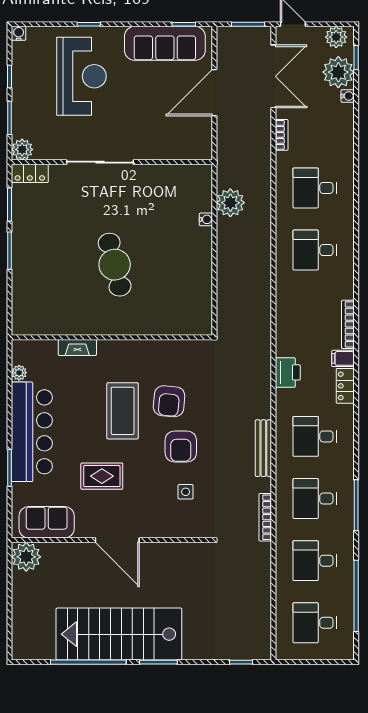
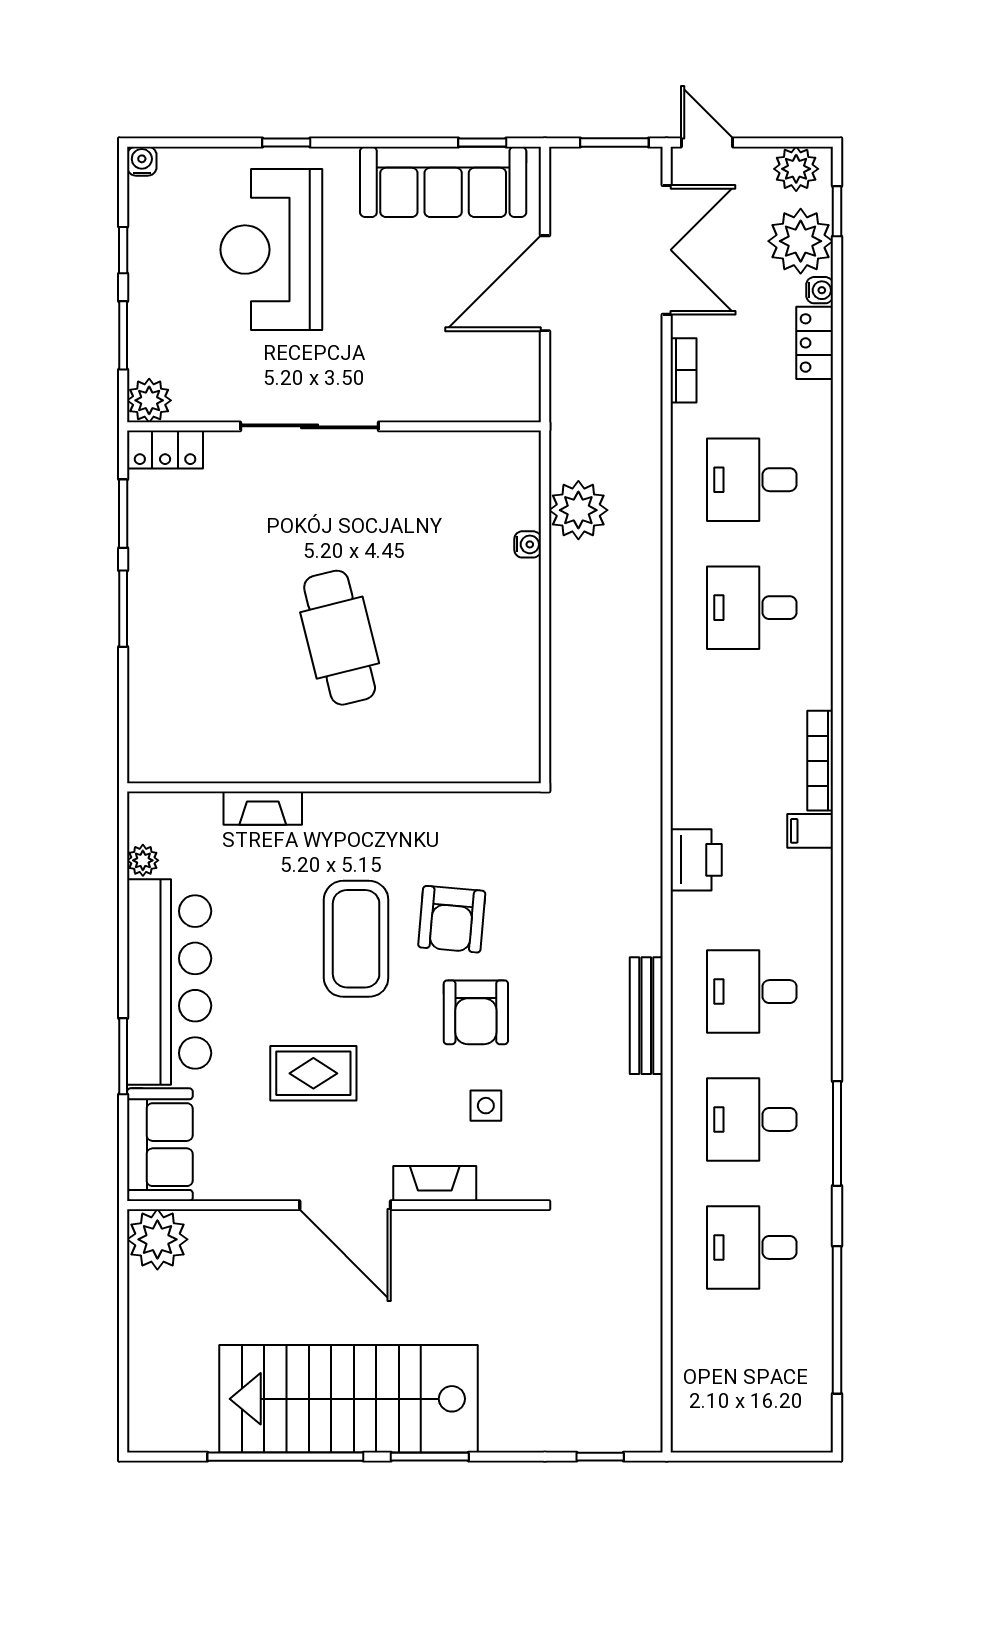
reception desk: (81, 76) -> (271, 250), turned 180
locker: (345, 386) -> (815, 343), moved
bookcase: (265, 517) -> (650, 1158), removed
sofa: (47, 522) -> (160, 1145), moved, turned 90
fireplace: (161, 530) -> (435, 1183), added
desk: (315, 623) -> (752, 1375), removed

